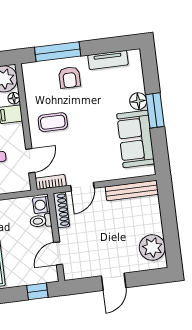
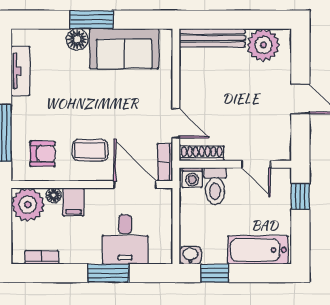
armchair: (69, 77) -> (43, 154), moved
coffee table: (53, 122) -> (90, 150), turned 90
door: (30, 161) -> (135, 184), width x1.38
bench: (132, 191) -> (212, 38), moved, turned 90
toilet: (41, 221) -> (215, 186), width x1.37, depth x1.39

